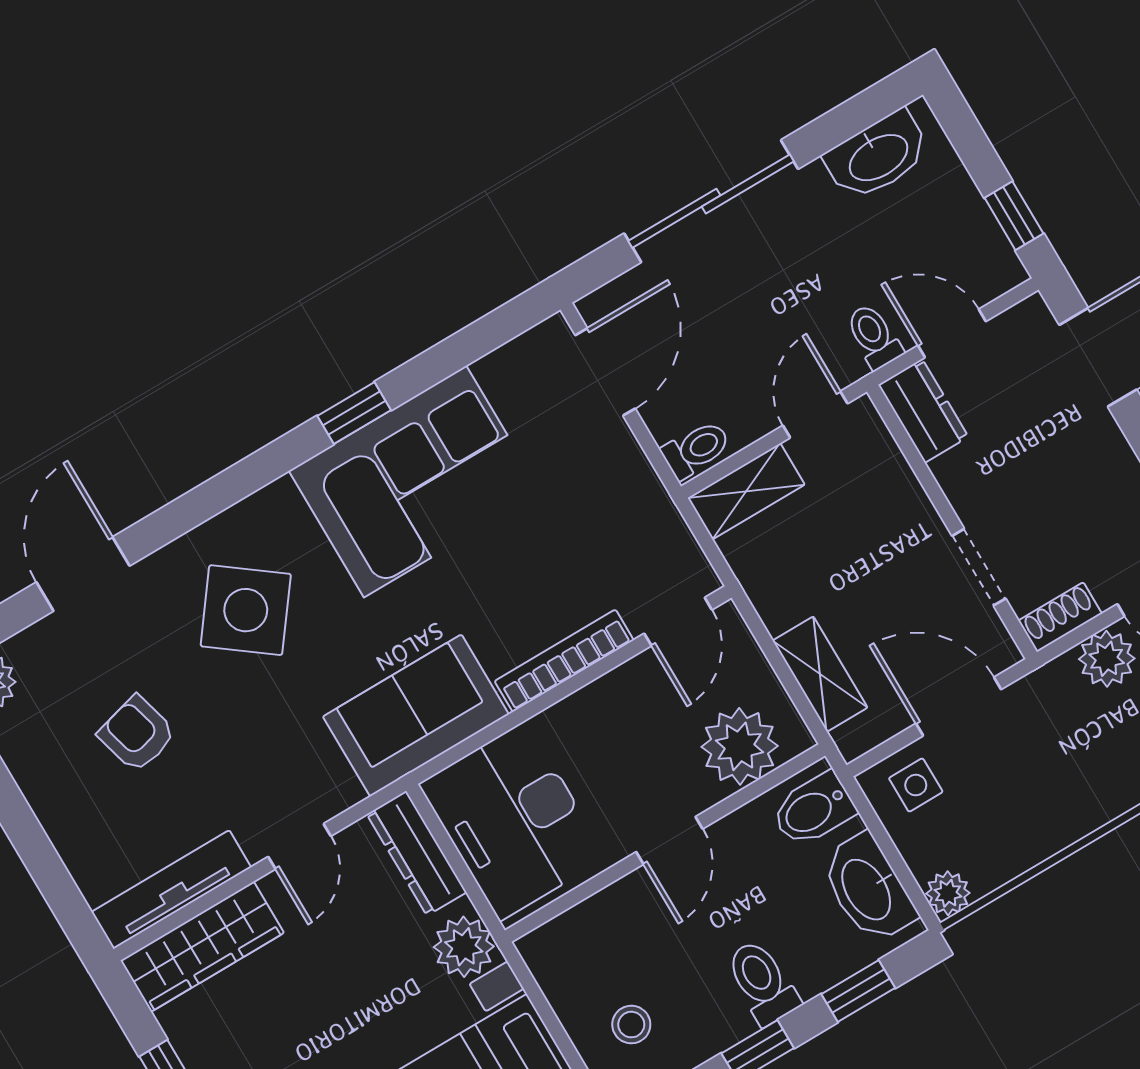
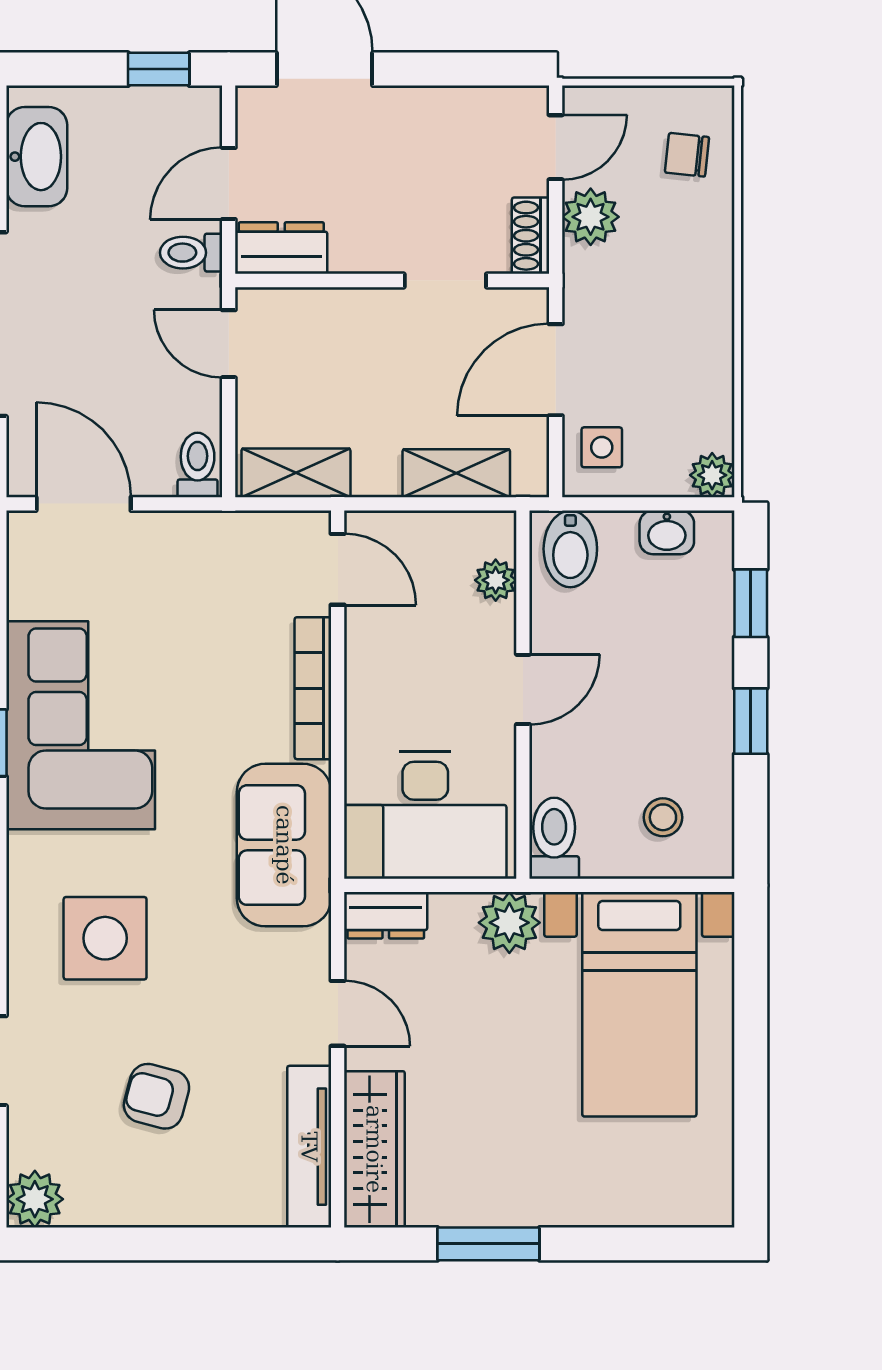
shelving: (746, 491) -> (296, 473), moved, turned 90
side table: (246, 610) -> (105, 938), turned -37
armchair: (137, 734) -> (156, 1096), turned 30
plant: (740, 746) -> (496, 580), width x0.53, depth x0.53
door: (669, 840) -> (523, 689), hinge flipped
dresser: (417, 853) -> (386, 915), width x0.70
washbasin: (868, 889) -> (667, 532), width x0.52, depth x0.69
toilet: (762, 982) -> (554, 838), moved, turned 90

